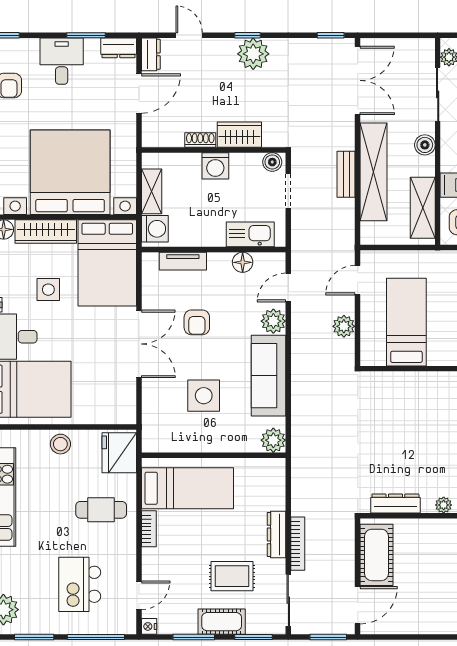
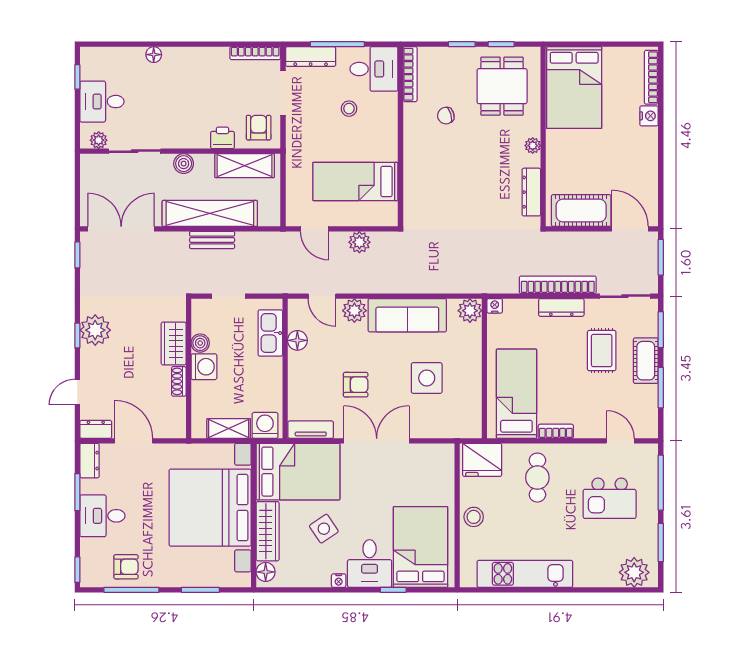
boiler: (272, 162) -> (200, 343), moved
tv unit: (183, 261) -> (311, 430), moved, turned -90
side table: (48, 290) -> (324, 529), turned -34
bookcase: (298, 544) -> (558, 285), width x1.48, depth x1.31
nightstand: (149, 626) -> (495, 306), moved, turned 180

